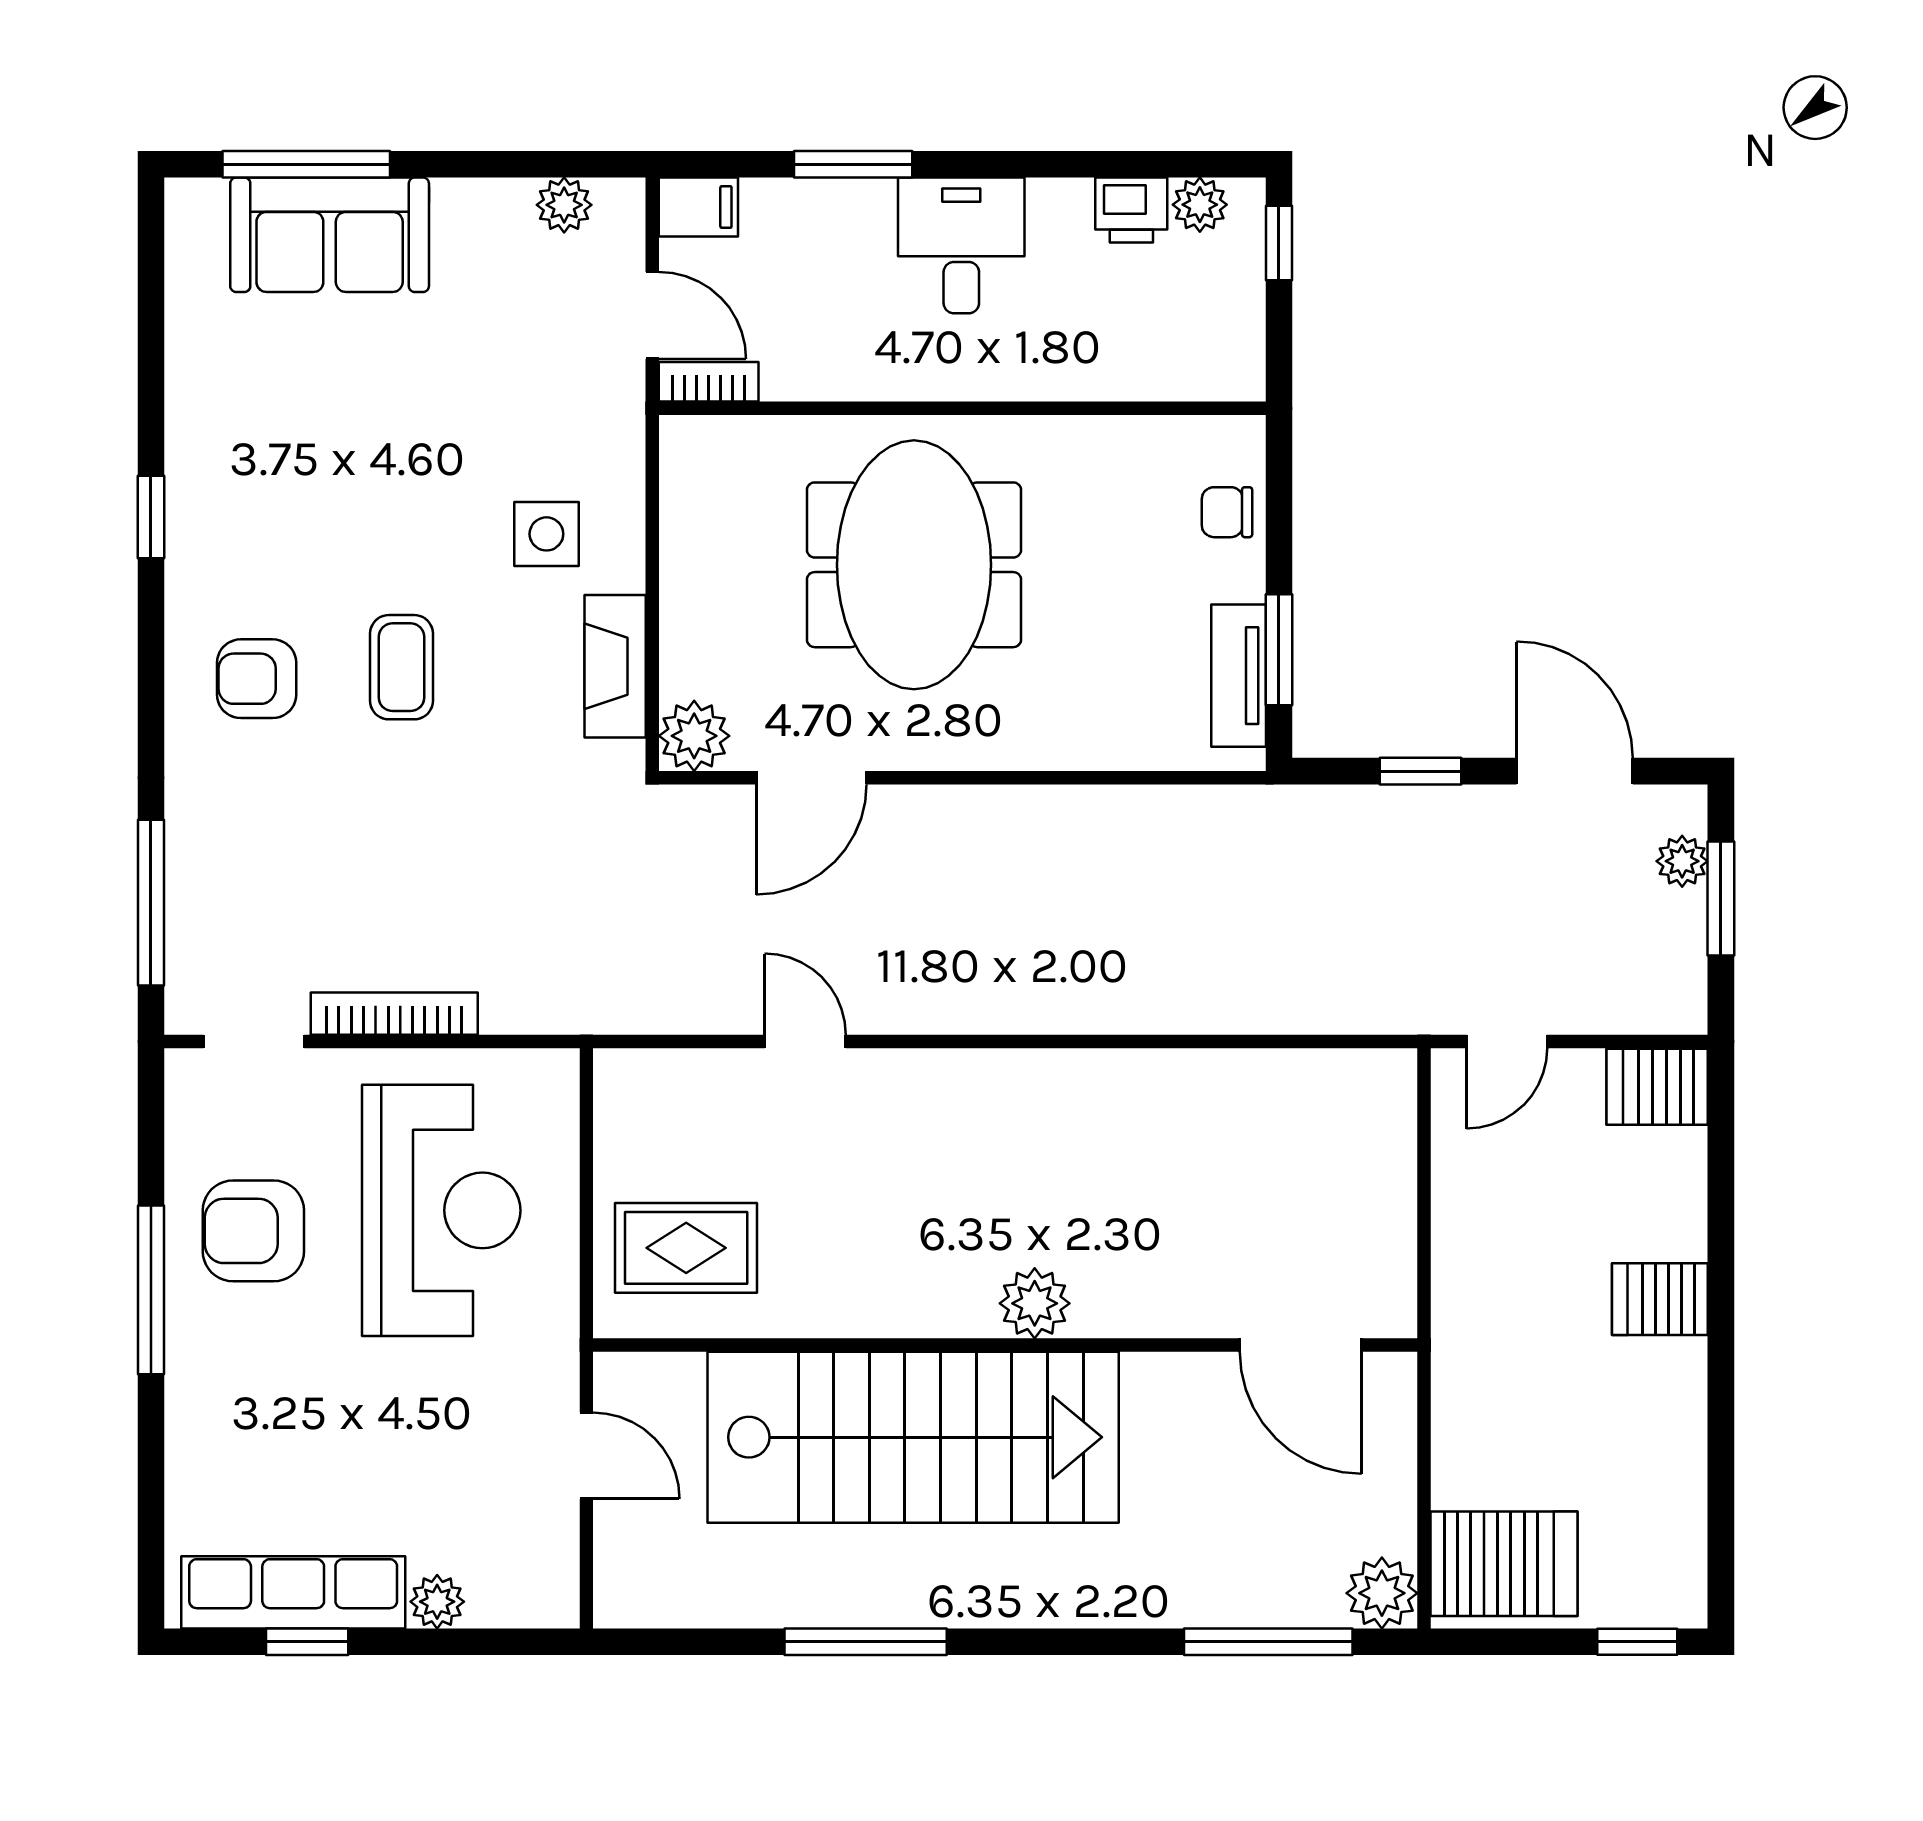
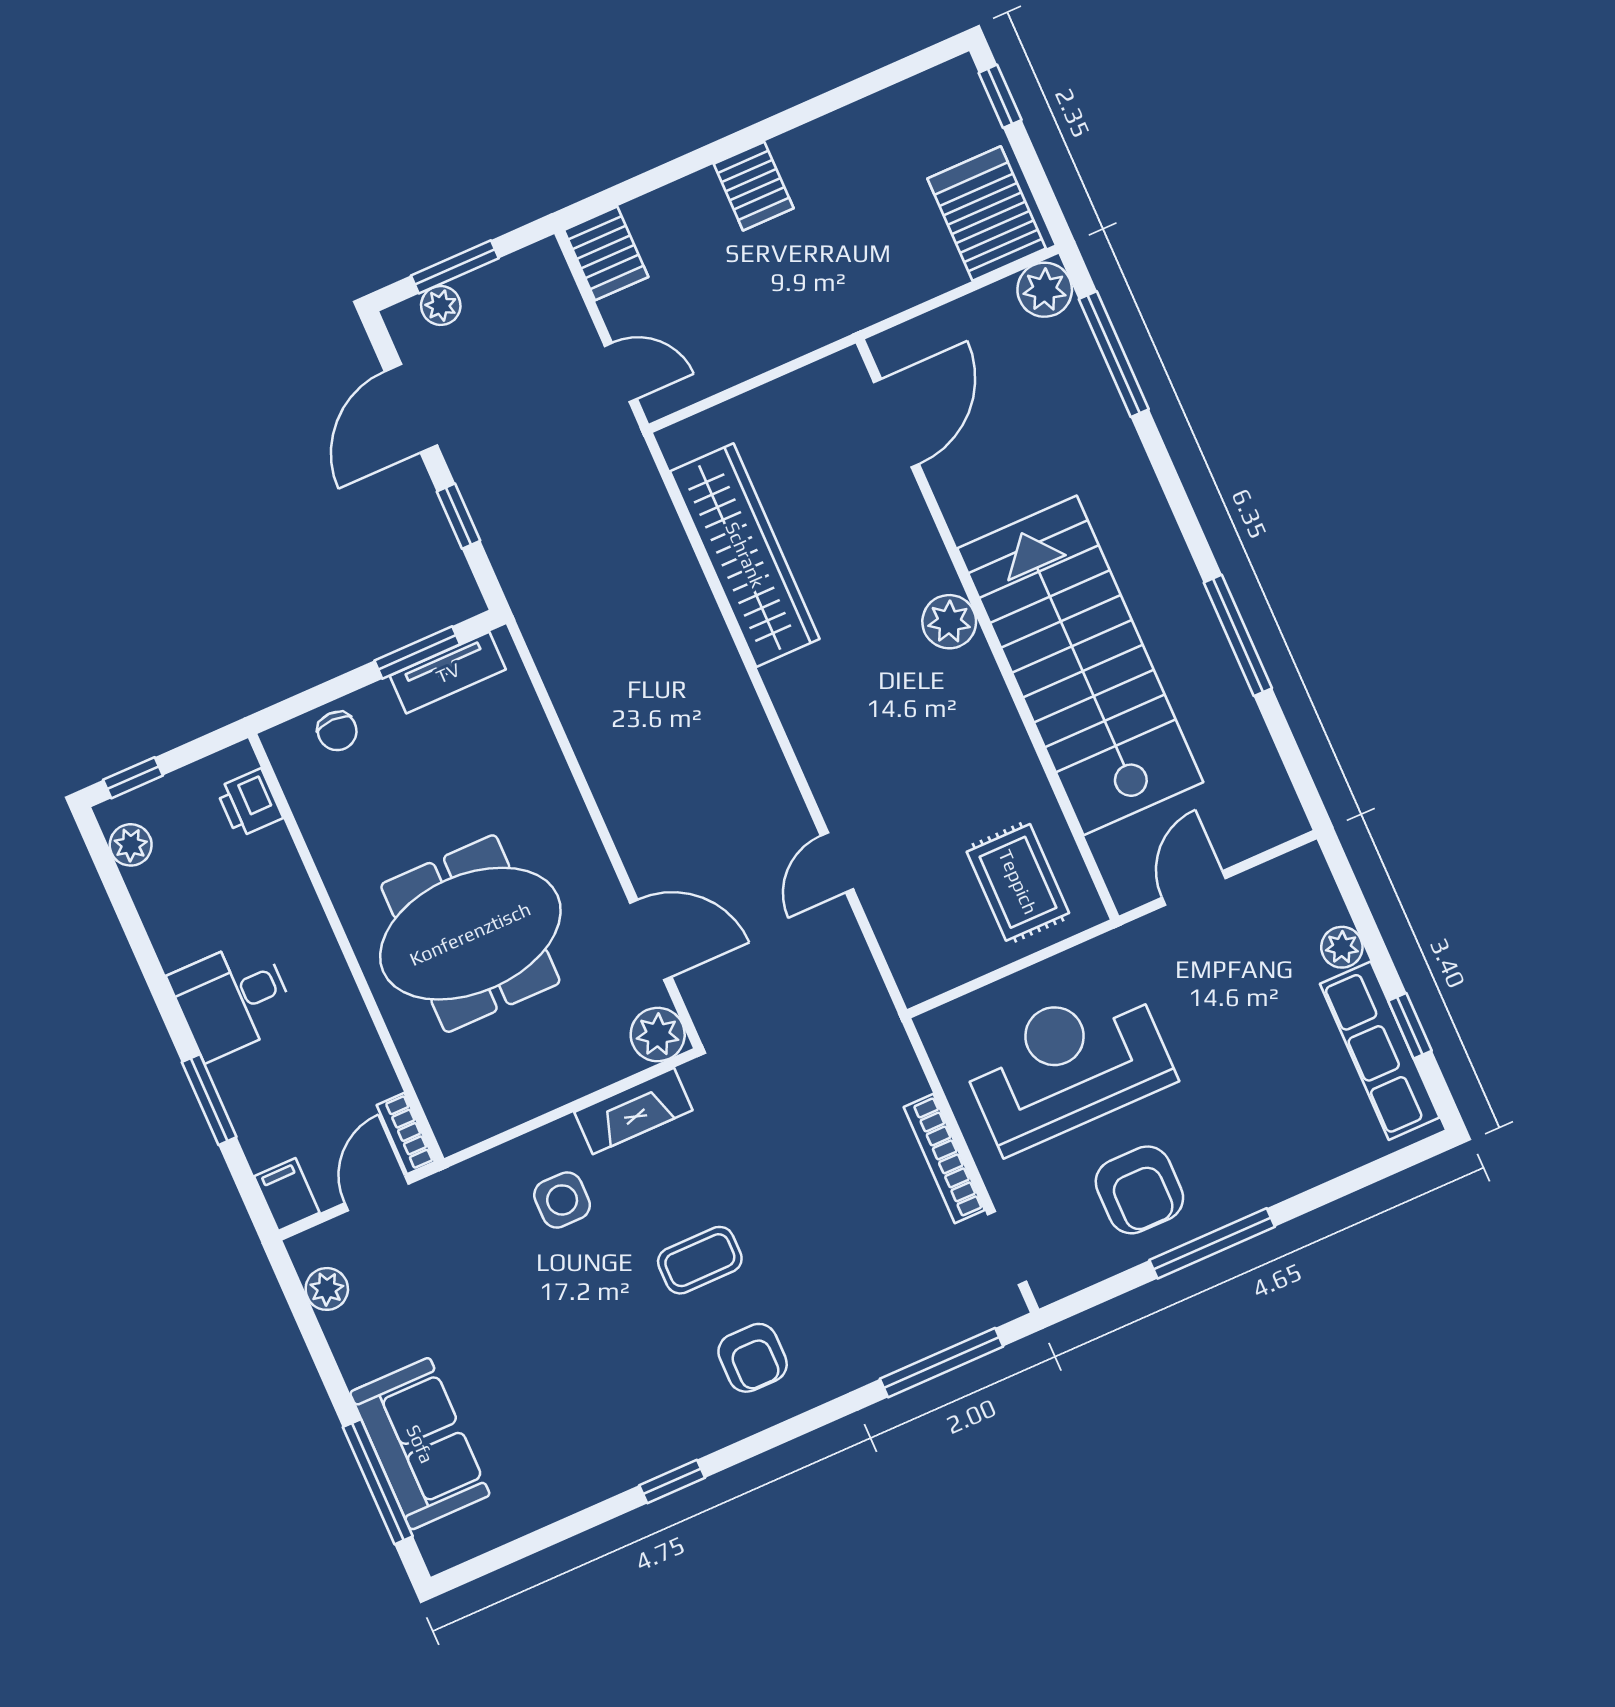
printer: (1131, 210) -> (249, 803), moved, turned 180
wardrobe: (1222, 1094) -> (745, 555), added

